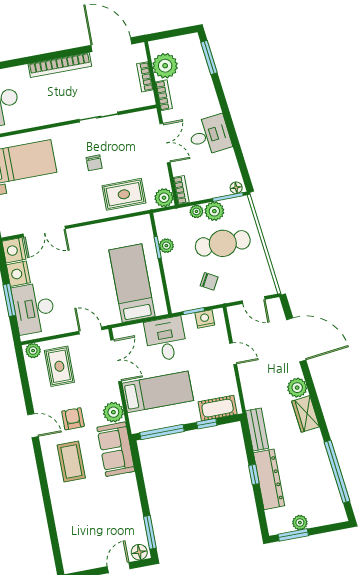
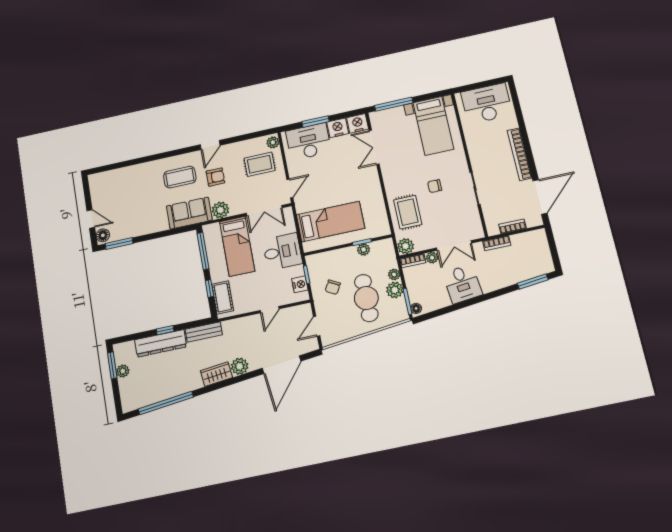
plant: (165, 66) -> (432, 258), moved, width x0.53, depth x0.53

